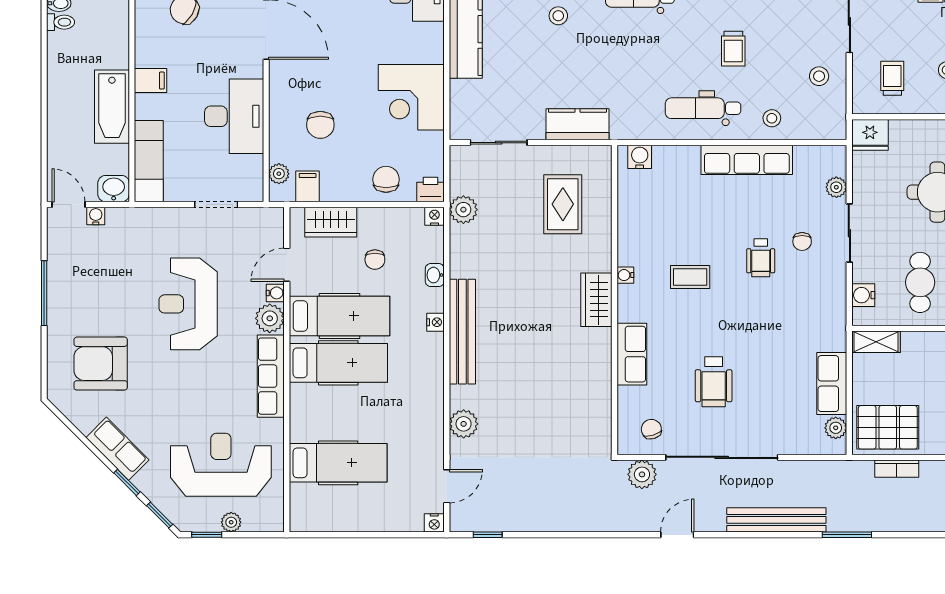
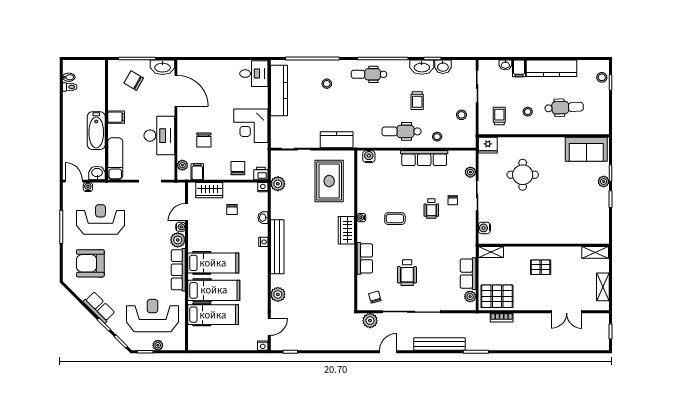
rug: (563, 204) -> (329, 181), width x1.36, depth x1.43
cafe table: (920, 282) -> (514, 221), removed
reception desk: (188, 304) -> (100, 219), moved, turned 90
hospital bed: (339, 316) -> (214, 290), moved

